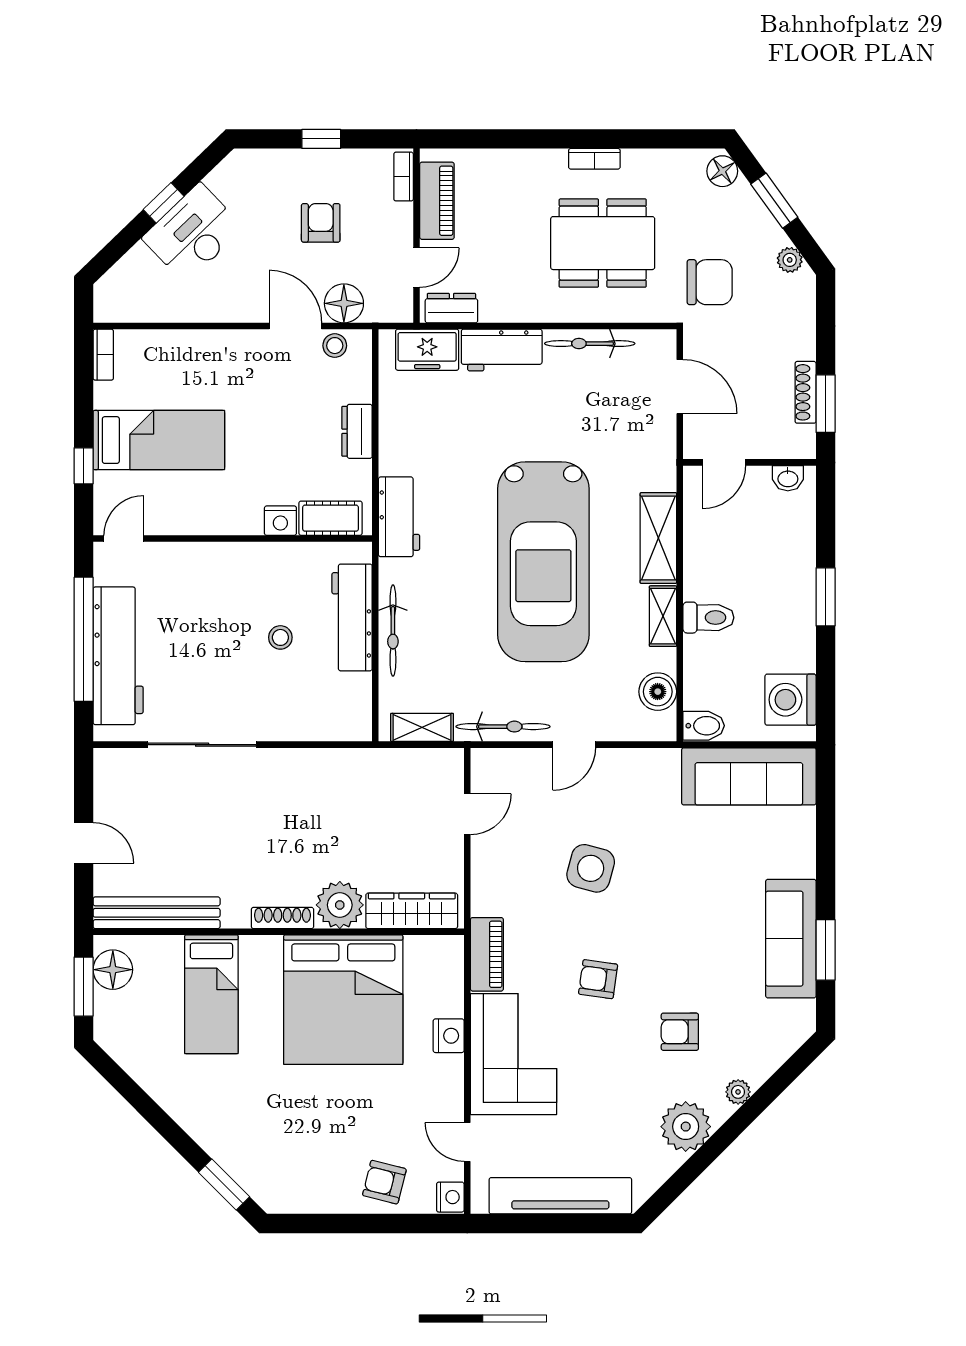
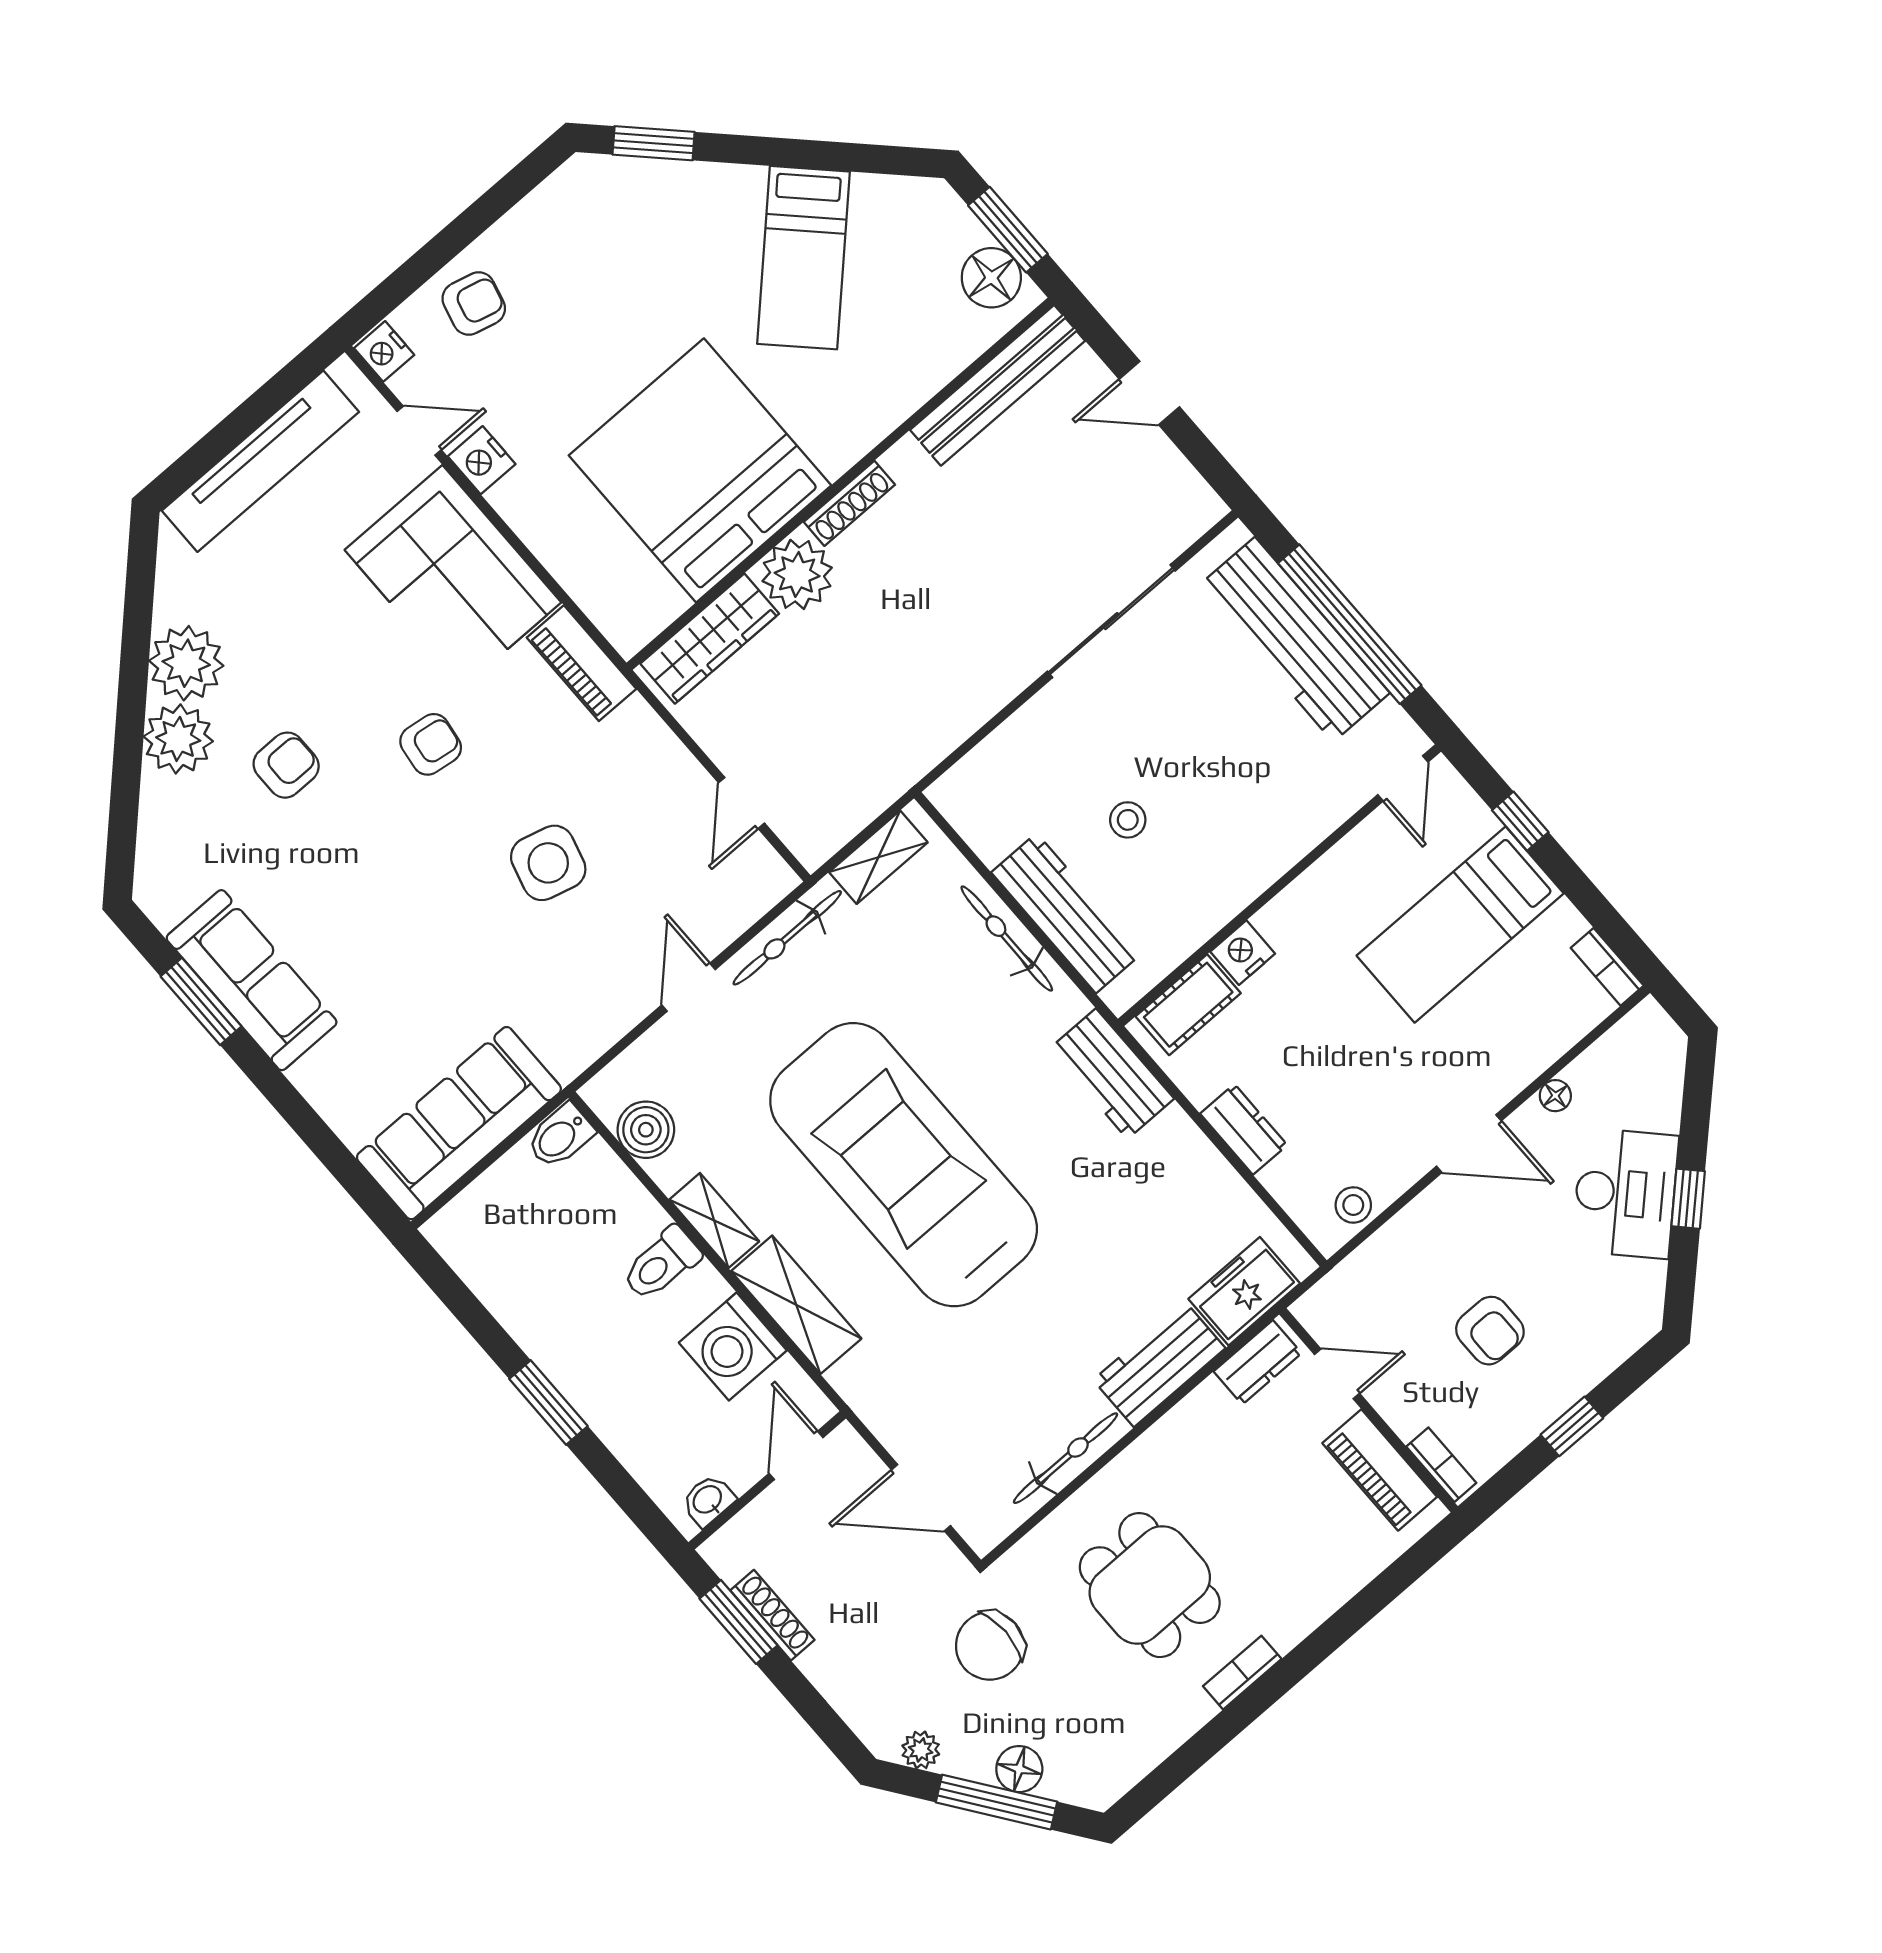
floor lamp: (722, 171) -> (1019, 1769), moved
window: (774, 201) -> (997, 1802), width x1.44
dining table: (603, 243) -> (1150, 1585), width x0.73
door: (417, 268) -> (1337, 1374), swing flipped
floor lamp: (344, 303) -> (1555, 1096), moved, width x0.53, depth x0.53
door: (295, 326) -> (1469, 1144), moved
washing machine: (791, 700) -> (733, 1346), moved, turned 180
bed: (211, 994) -> (803, 258), moved, turned -135
nightstand: (449, 1036) -> (482, 460), moved
plant: (738, 1092) -> (178, 739), width x1.87, depth x1.87

